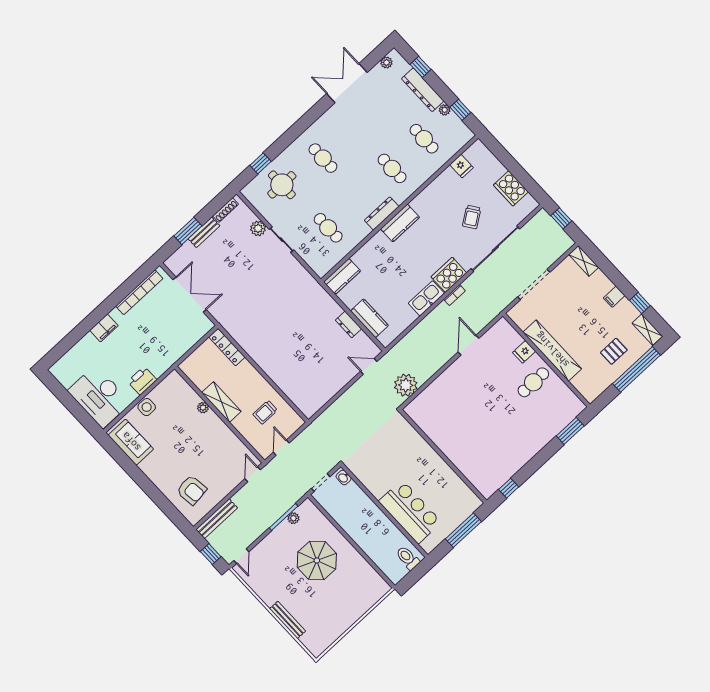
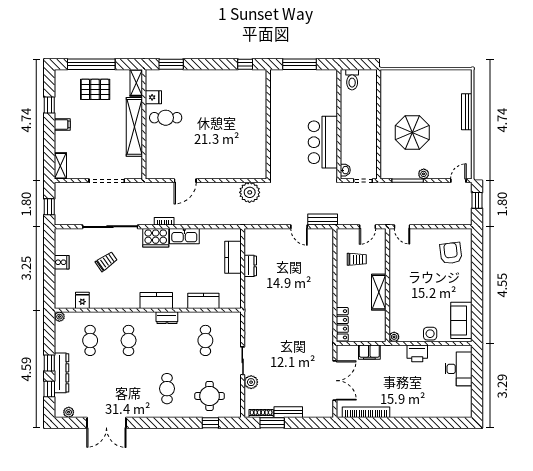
plant: (445, 110) -> (59, 317), moved
window: (460, 110) -> (49, 363), moved
cooker: (511, 188) -> (62, 262), width x0.53, depth x0.76
dresser: (382, 213) -> (167, 318), width x0.70
window: (188, 231) -> (272, 423), moved
kitchen counter: (342, 276) -> (203, 301), moved
double door: (190, 295) -> (335, 381), swing flipped
filing cabinet: (104, 328) -> (369, 352), moved, turned 180
shelving: (647, 330) -> (136, 83), moved
pallet: (614, 351) -> (95, 89), width x1.50, depth x1.42
fridge: (524, 352) -> (153, 97), moved
door: (369, 366) -> (299, 227), moved
desk: (99, 397) -> (458, 369), width x0.73, depth x0.77
plant: (203, 408) -> (394, 337), moved
door: (253, 474) -> (402, 227), hinge flipped
bar counter: (410, 512) -> (323, 142), moved
plant: (293, 518) -> (424, 174), moved
bench: (217, 519) -> (323, 220), moved, width x0.73

